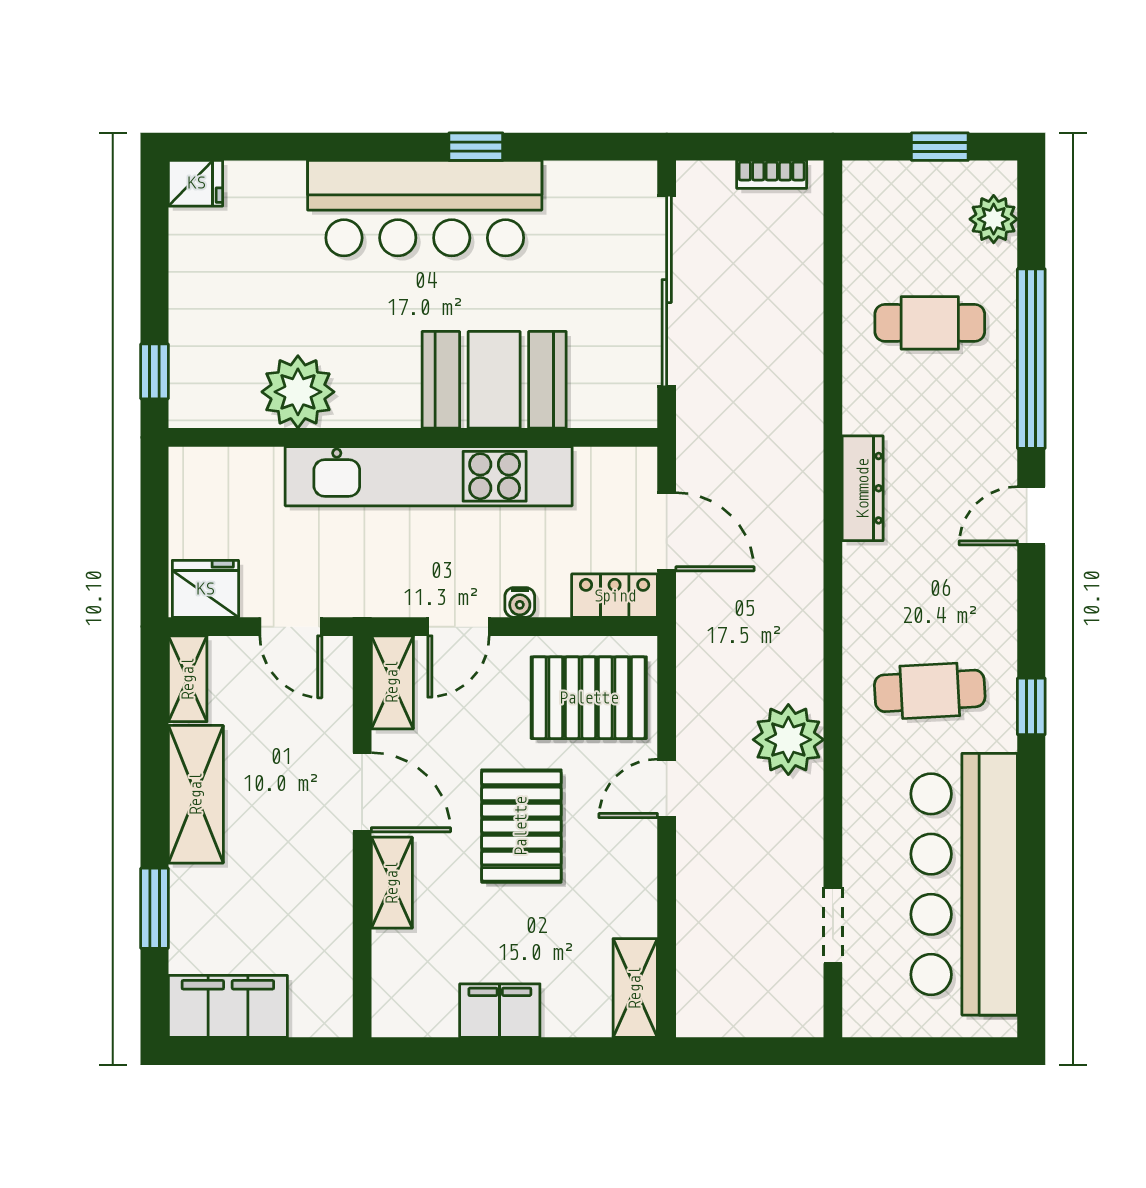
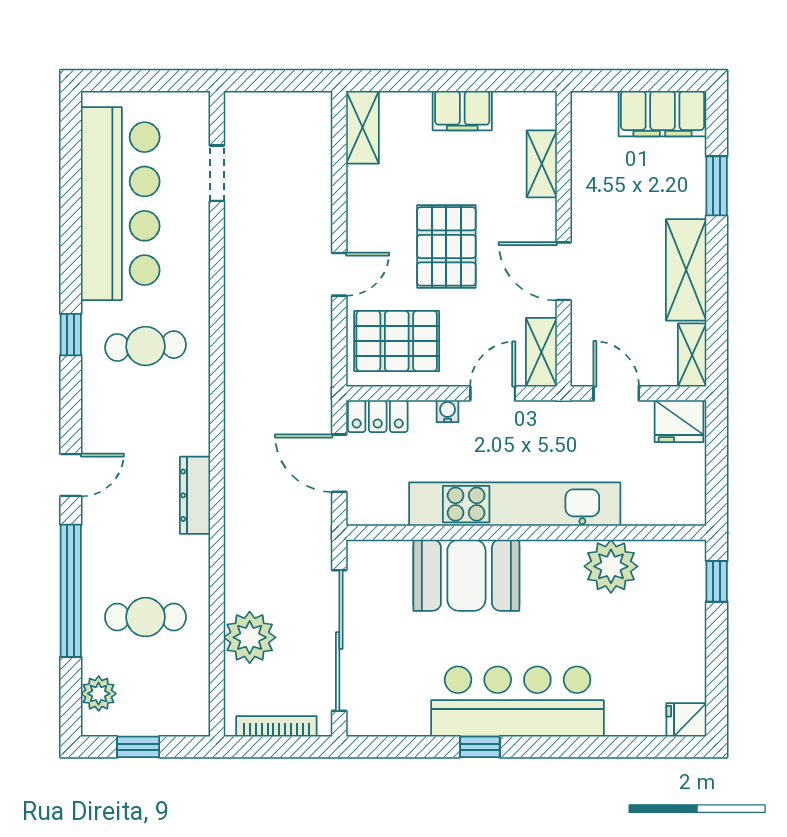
bookcase: (772, 174) -> (276, 726), width x1.56
plant: (788, 740) -> (250, 637), moved
shelving: (392, 883) -> (542, 164), moved

